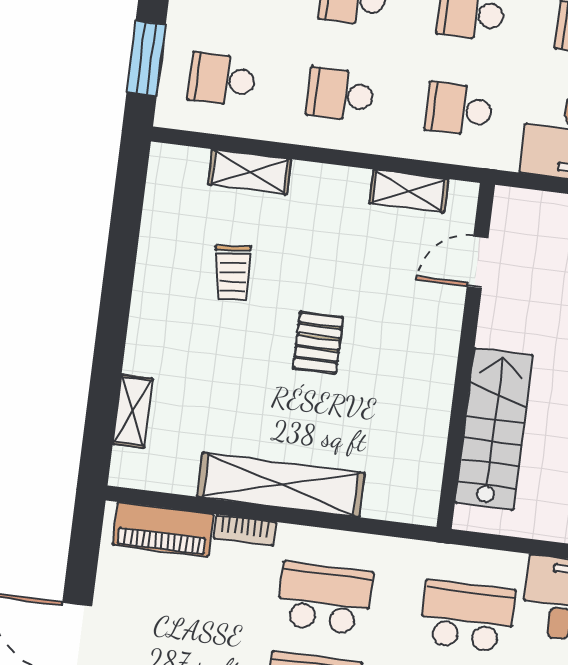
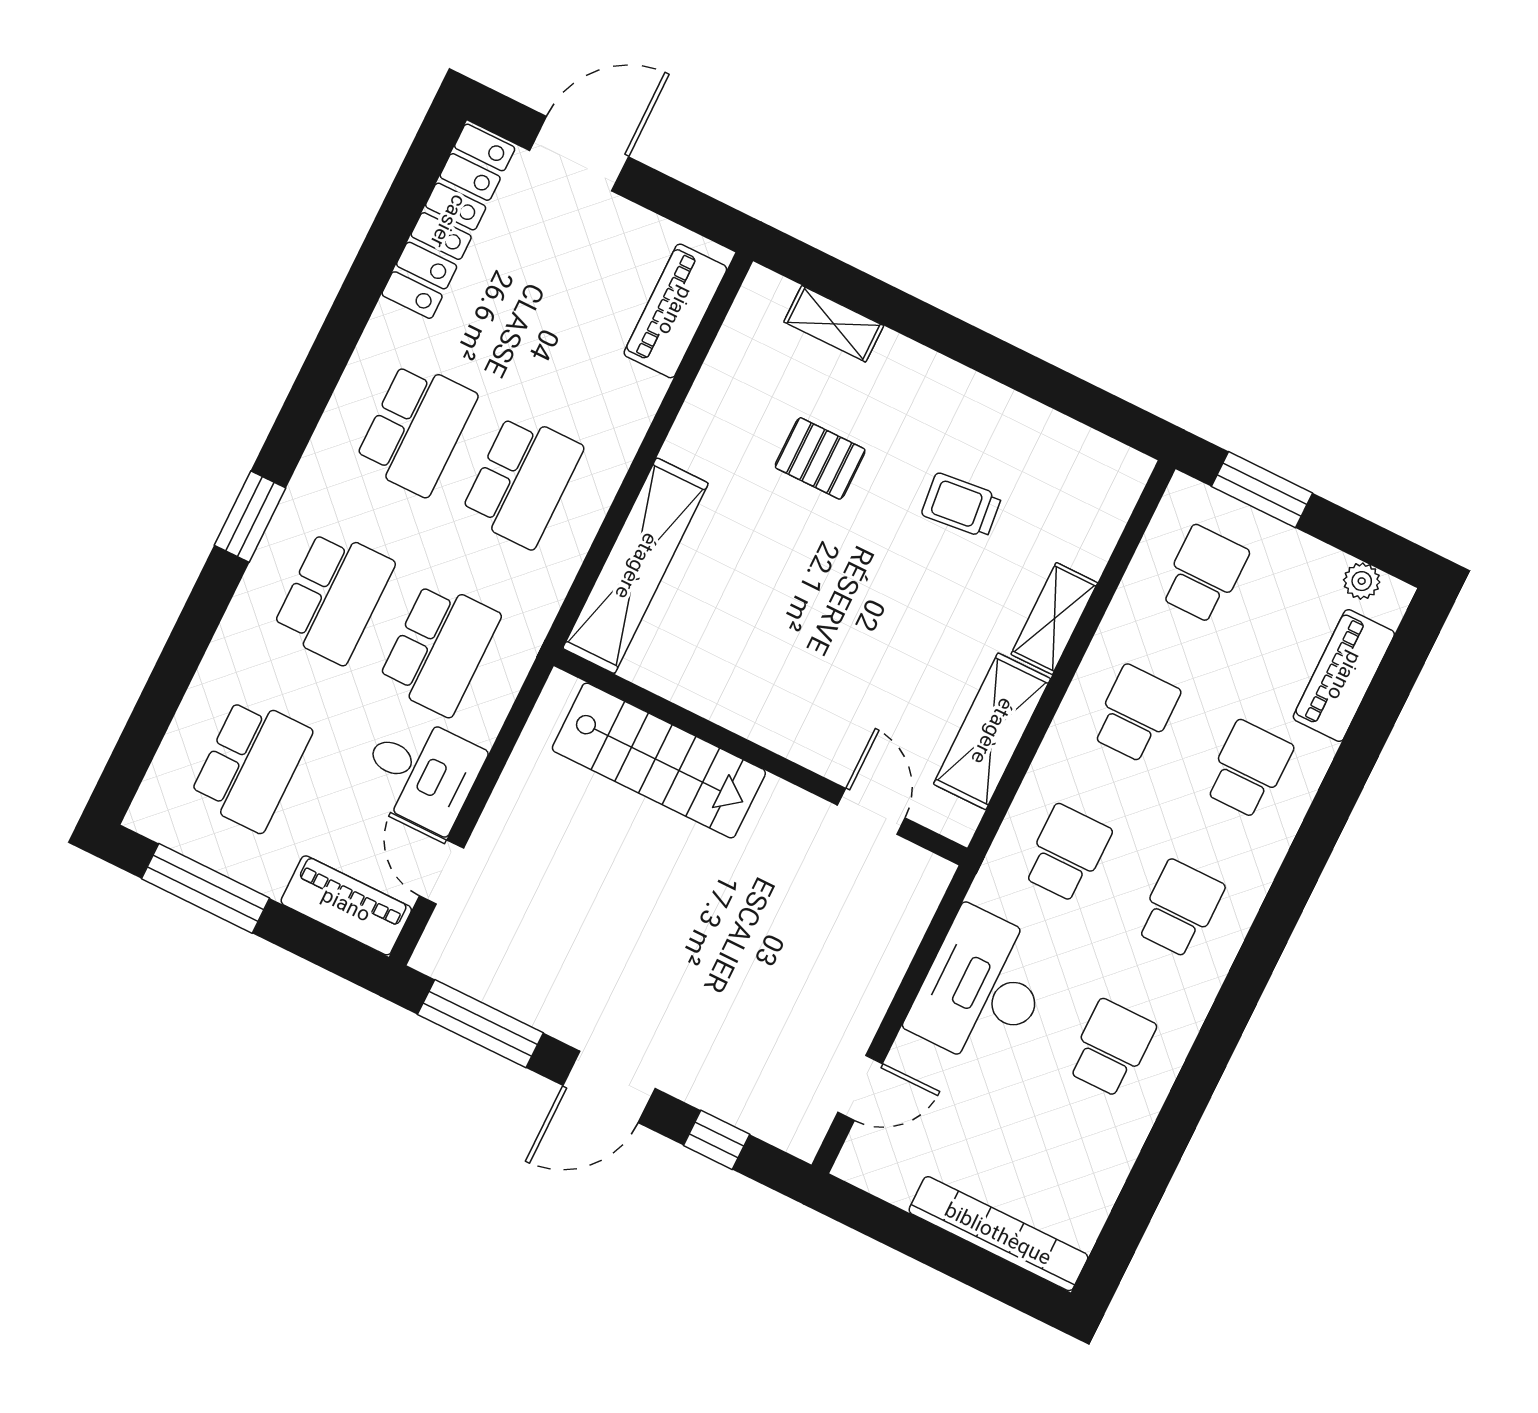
shelving: (250, 172) -> (1054, 619), moved
shelving: (409, 191) -> (992, 731), width x1.50, depth x1.33
pallet: (318, 343) -> (820, 458), moved
shelving: (281, 485) -> (636, 566), moved
bookcase: (245, 530) -> (640, 411), removed

